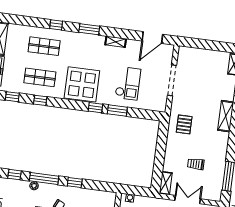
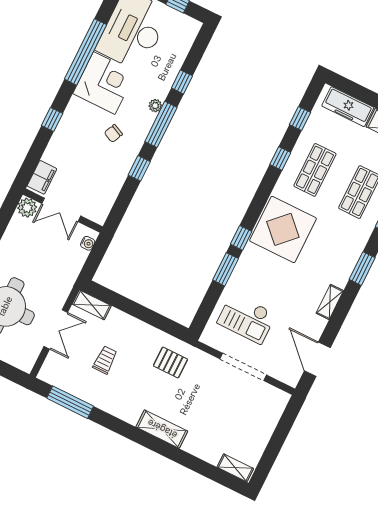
checkout: (128, 83) -> (246, 318), moved

